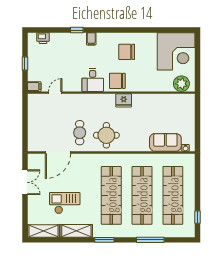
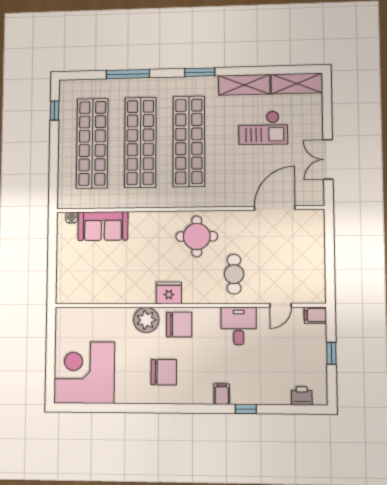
desk: (93, 80) -> (239, 326), moved
plant: (181, 84) -> (146, 320), moved
cafe table: (80, 133) -> (234, 274), moved

